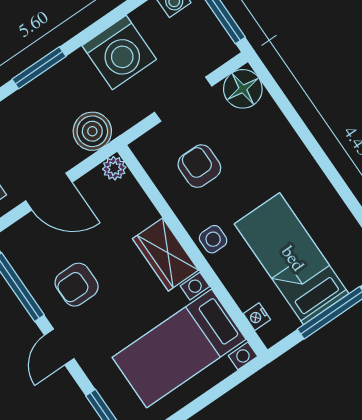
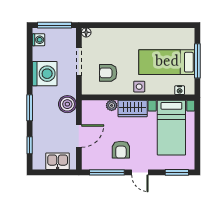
floor lamp: (243, 89) -> (86, 32), width x0.53, depth x0.53
plant: (114, 168) -> (112, 105), moved

